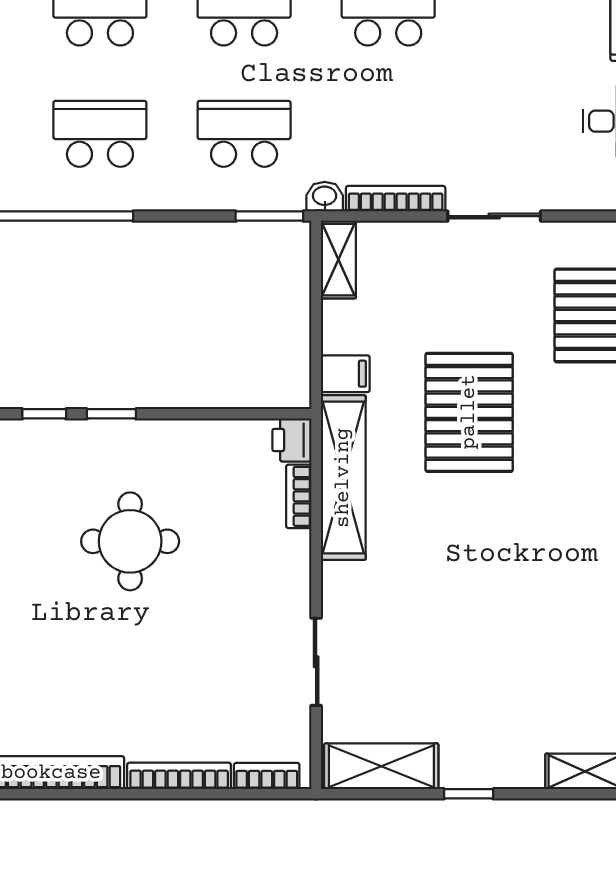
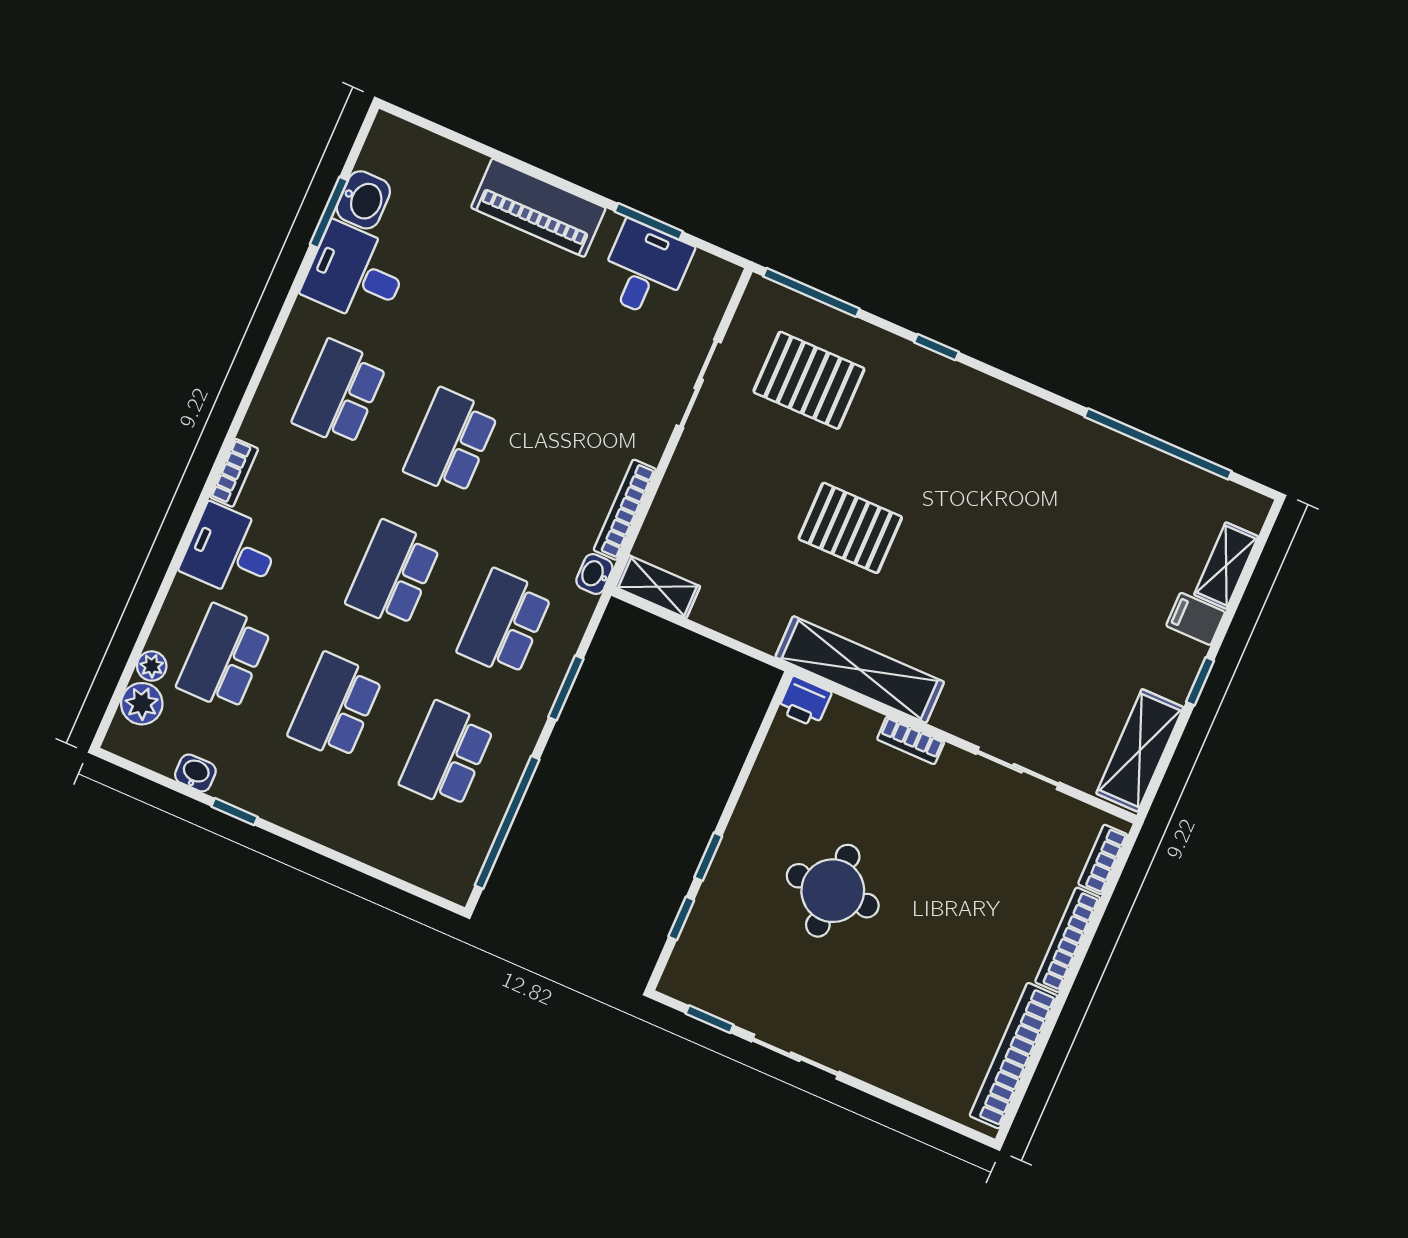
window: (269, 216) -> (566, 688), moved
sliding door: (494, 216) -> (699, 384), moved
filing cabinet: (345, 374) -> (1196, 619), moved, turned -90
pallet: (469, 412) -> (850, 528), width x0.73, depth x0.71
bookcase: (299, 496) -> (911, 740), moved

